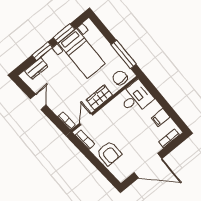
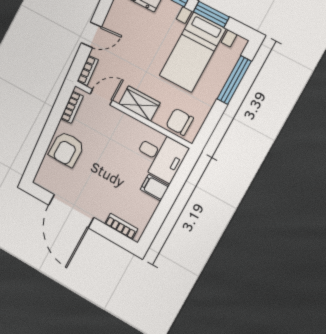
window: (124, 54) -> (234, 80), moved
chair: (120, 78) -> (180, 122), turned -90
door: (38, 102) -> (91, 35), moved
filing cabinet: (161, 117) -> (155, 188), moved

